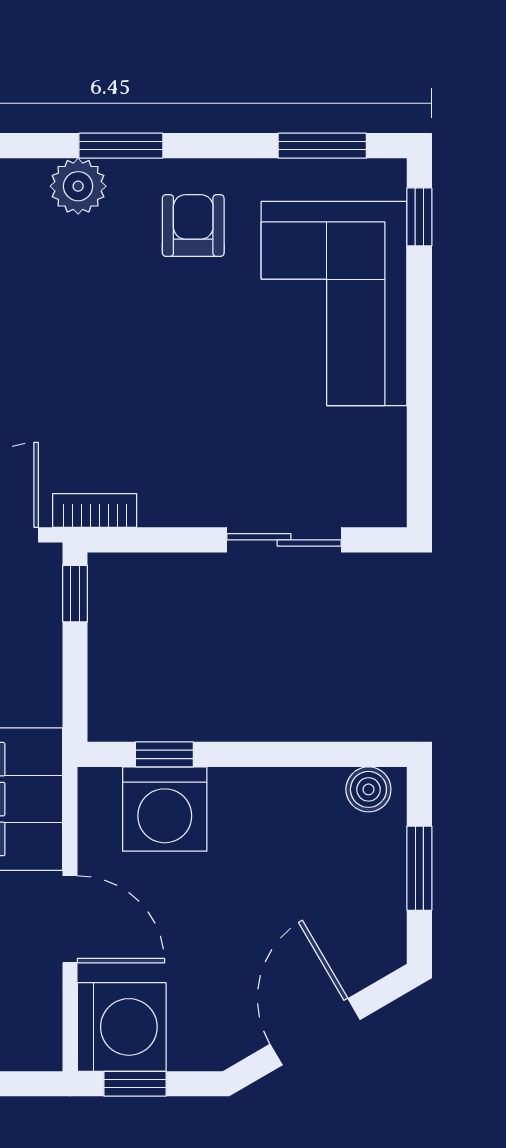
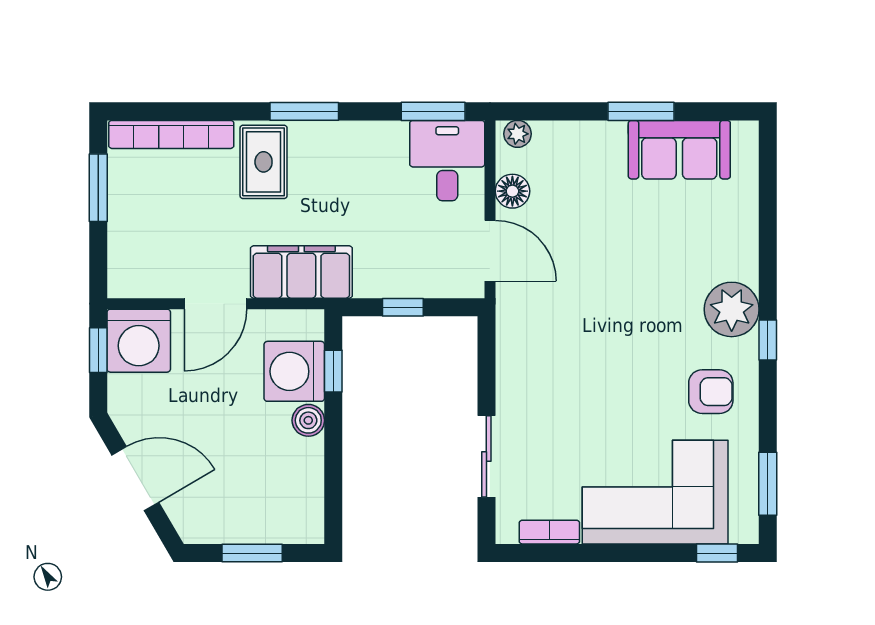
window: (121, 146) -> (768, 340), width x0.67
plant: (78, 186) -> (732, 309), width x1.36, depth x1.36
bookcase: (95, 511) -> (549, 532), moved, turned -90
window: (75, 594) -> (403, 307), moved
boiler: (368, 789) -> (308, 420), moved

